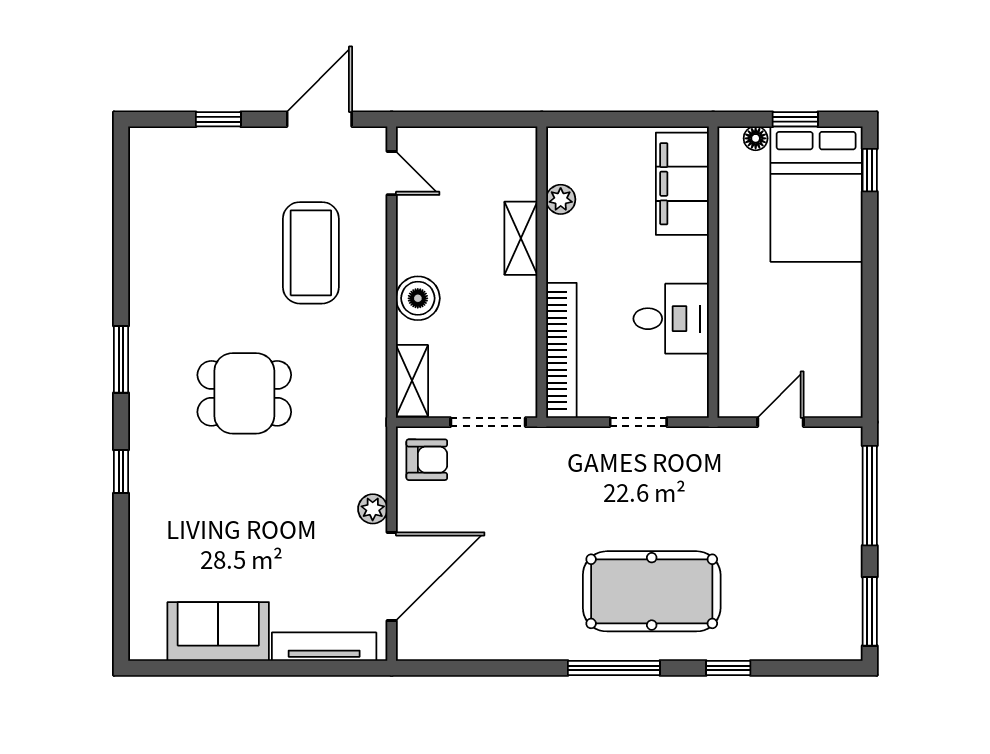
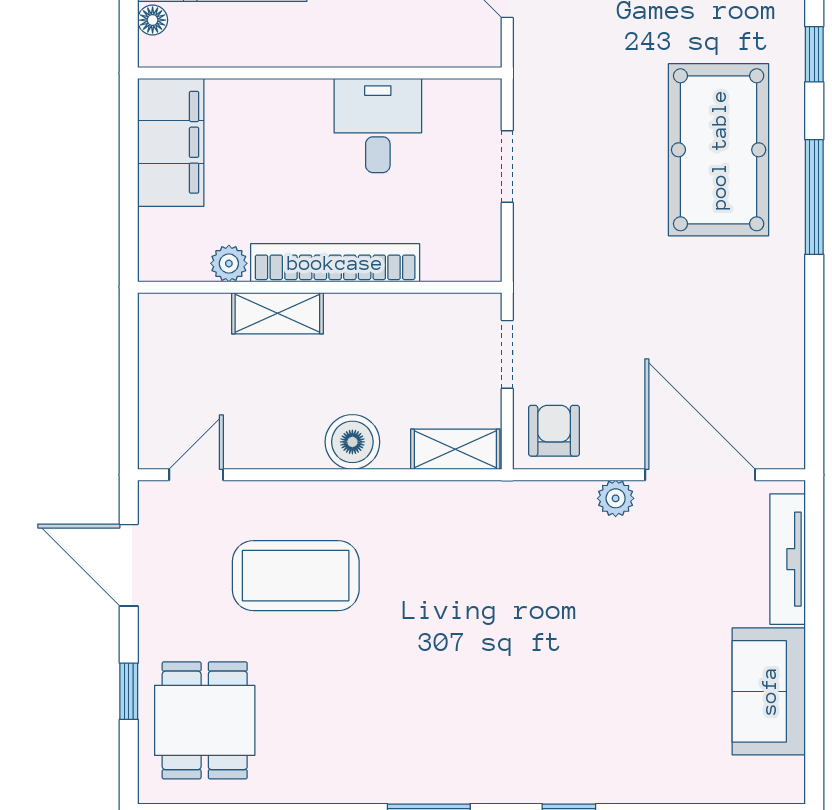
filing cabinet: (682, 184) -> (171, 142), moved, turned -90
bookcase: (561, 350) -> (335, 263), moved
dining table: (244, 393) -> (205, 720), moved
doorway: (488, 422) -> (507, 354), width x0.73

